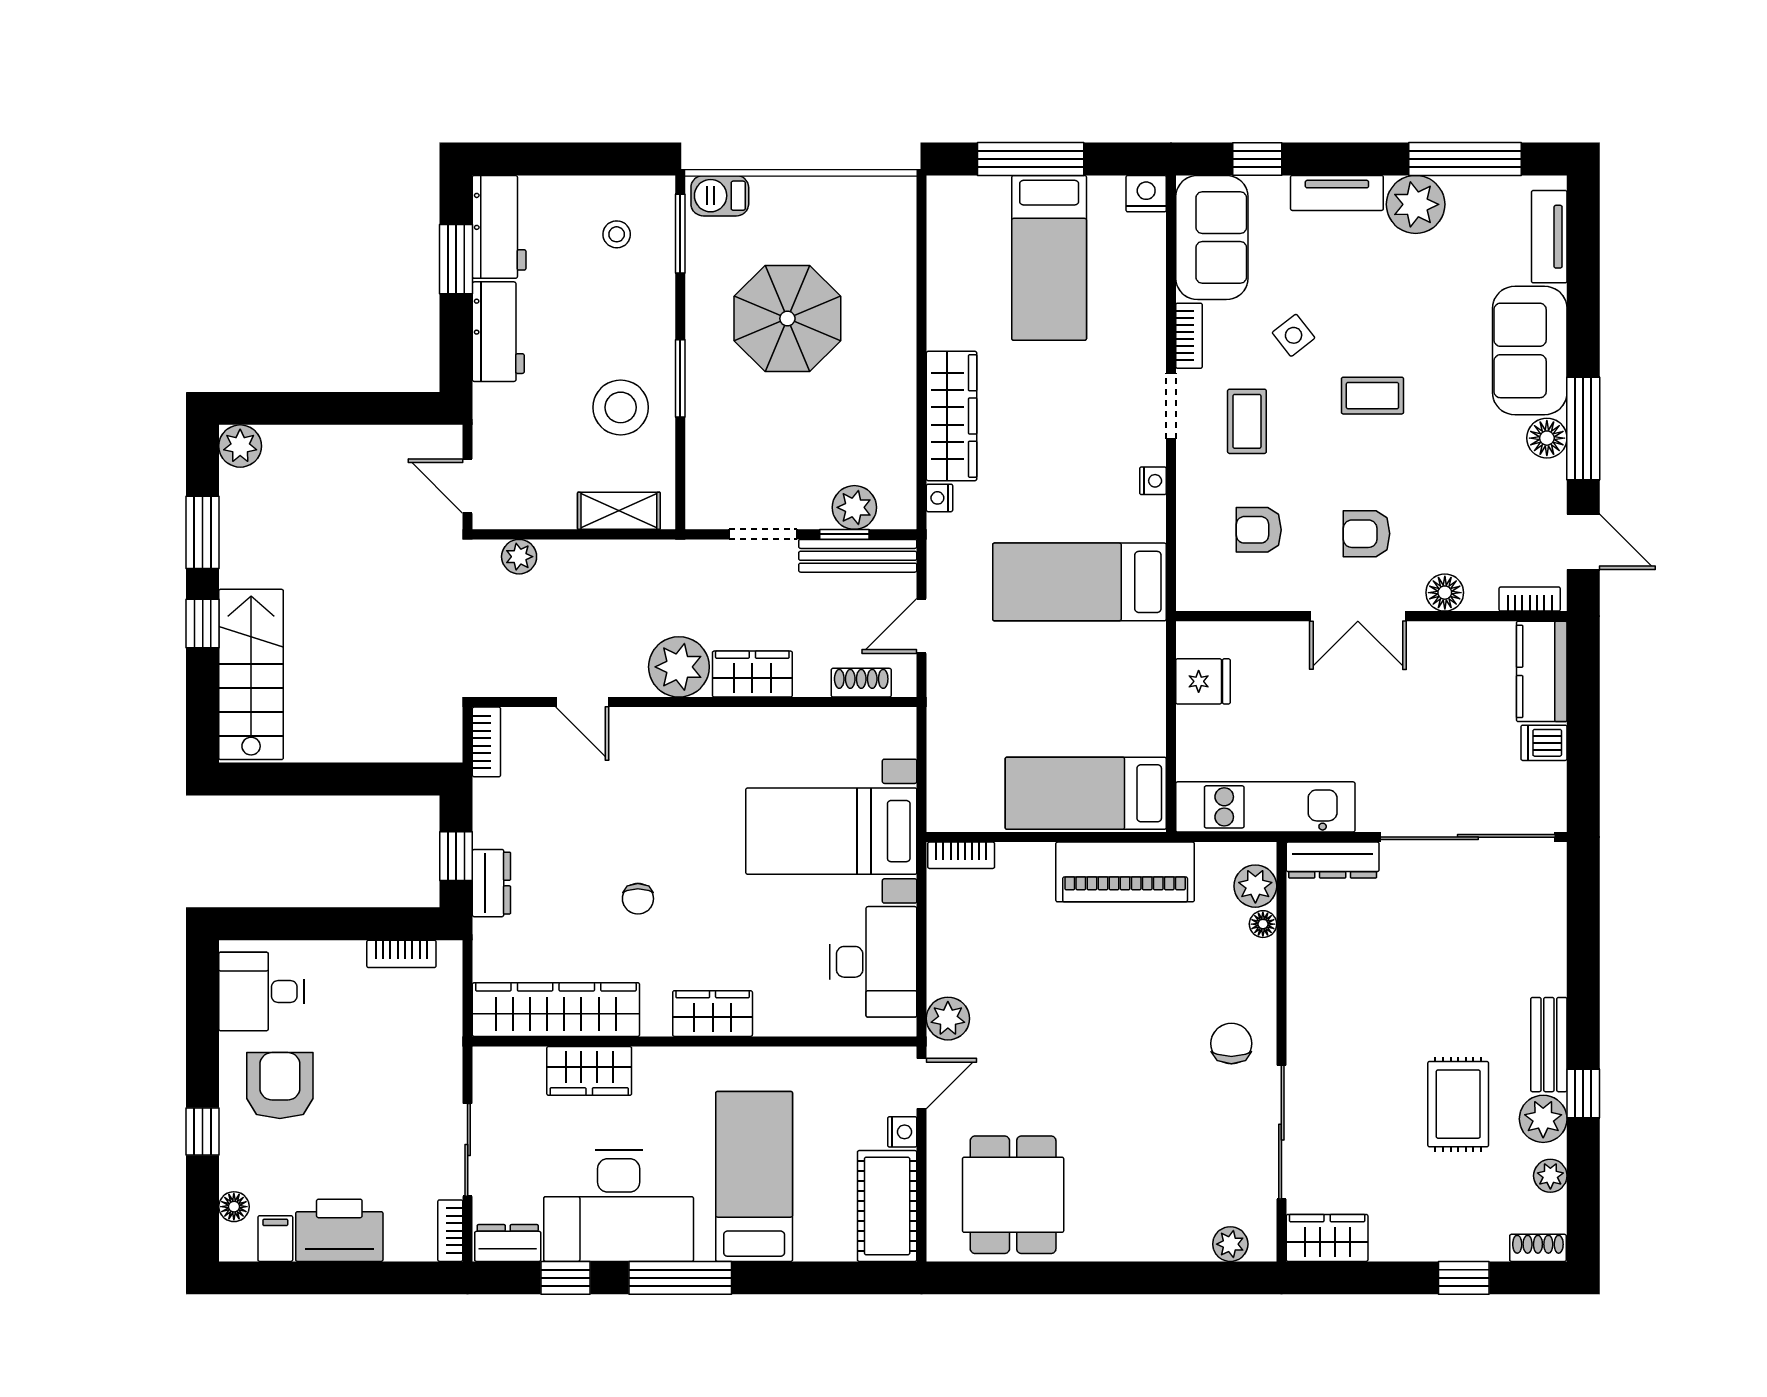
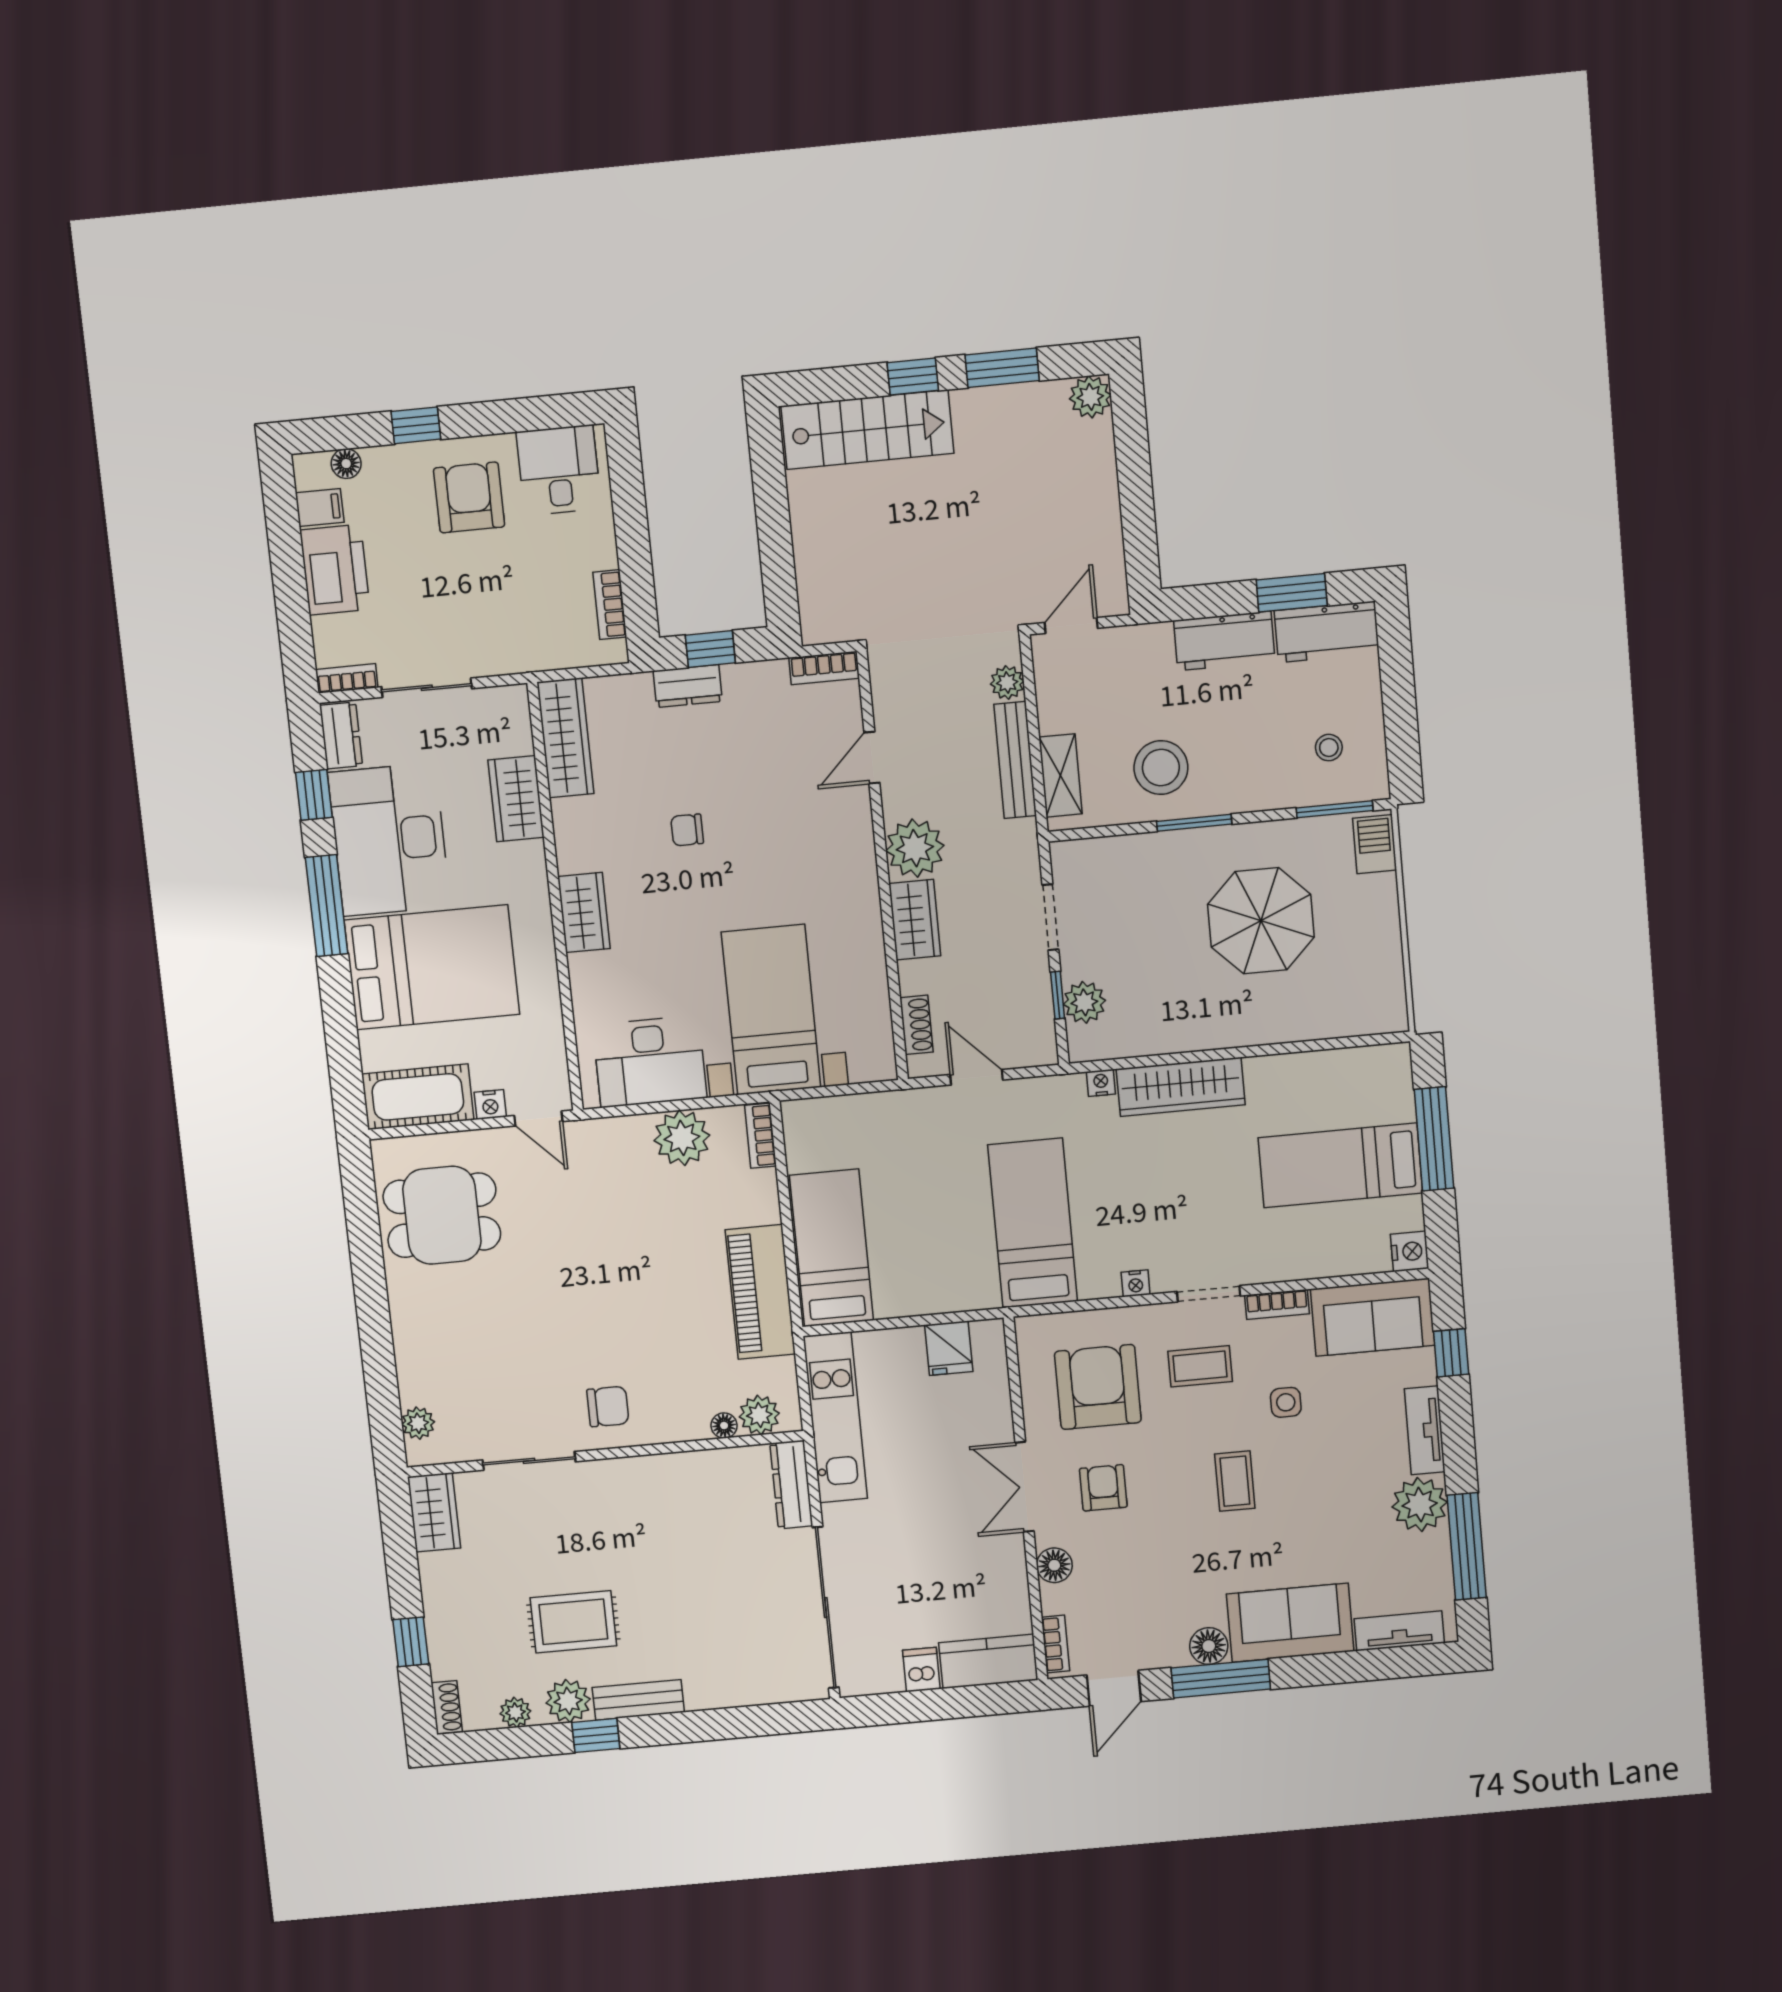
side table: (1294, 335) -> (1286, 1402), turned 38
armchair: (1259, 530) -> (1098, 1387), width x1.88, depth x1.88
bench: (858, 556) -> (1015, 760), moved
wardrobe: (556, 1010) -> (565, 738), width x0.71, depth x0.85
plant: (948, 1019) -> (682, 1138), moved, width x1.36, depth x1.36
armchair: (280, 1086) -> (469, 497), turned -90
sliding door: (1281, 1132) -> (529, 1461), width x0.73
bed: (754, 1176) -> (432, 967), width x1.50

